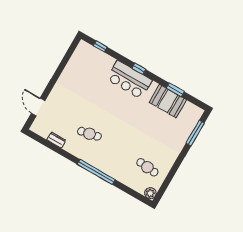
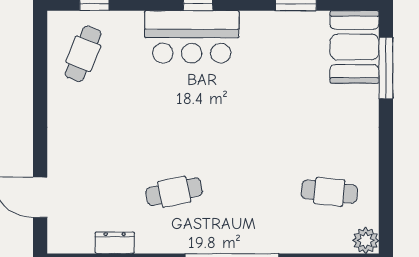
cafe table: (85, 63) -> (83, 54), added
booth: (168, 101) -> (354, 47), moved, turned 90

